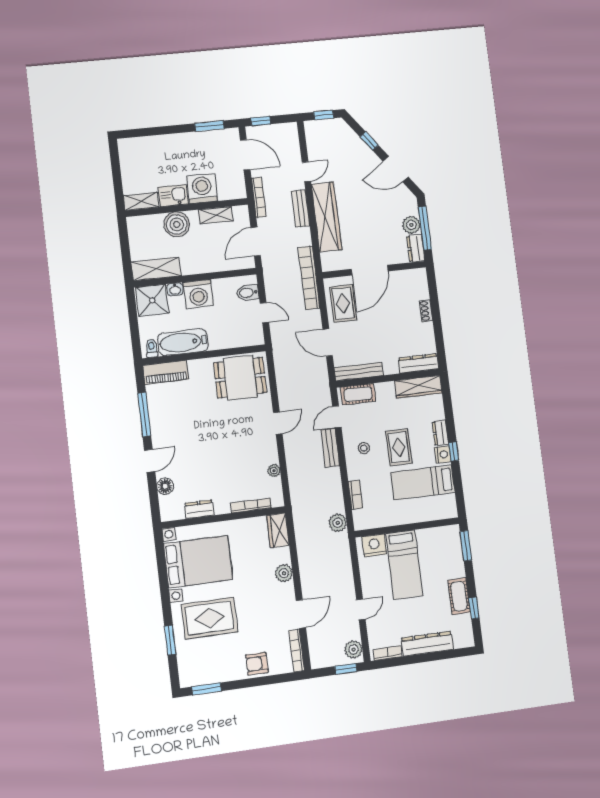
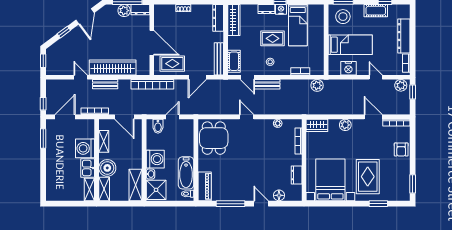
shelving: (144, 223) -> (104, 189), added
nightstand: (374, 545) -> (348, 68), moved, turned -90
stool: (444, 548) -> (343, 17), added

